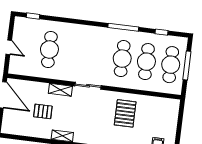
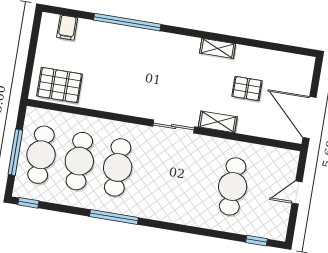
window: (162, 32) -> (28, 203), moved
door: (9, 47) -> (297, 193), hinge flipped
pallet: (125, 113) -> (60, 85), moved, turned 90

